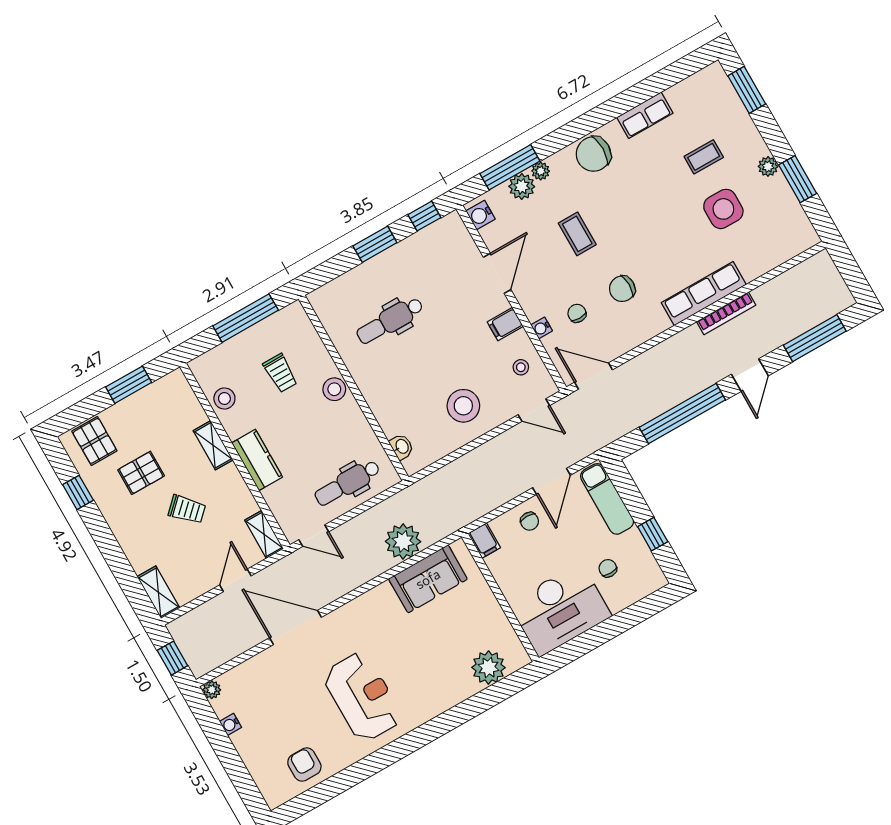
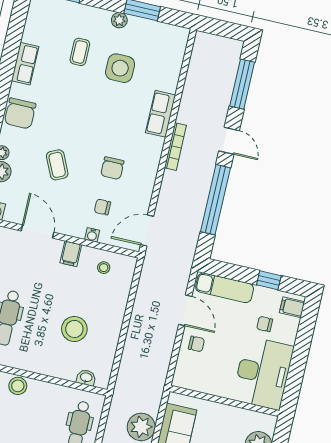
coffee table: (577, 234) -> (57, 165), turned 65
row of seats: (704, 294) -> (161, 114), width x0.68
bookcase: (726, 313) -> (175, 147), moved
stool: (463, 406) -> (74, 329), moved
door: (534, 410) -> (135, 283), removed
filing cabinet: (484, 540) -> (292, 307), moved, turned 180

